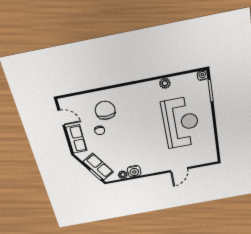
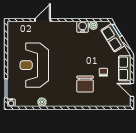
chair: (105, 110) -> (85, 84), moved

